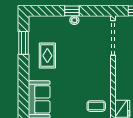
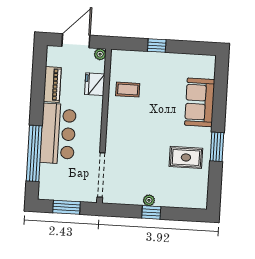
window: (24, 43) -> (217, 147), moved
rug: (47, 56) -> (186, 157), turned 90

